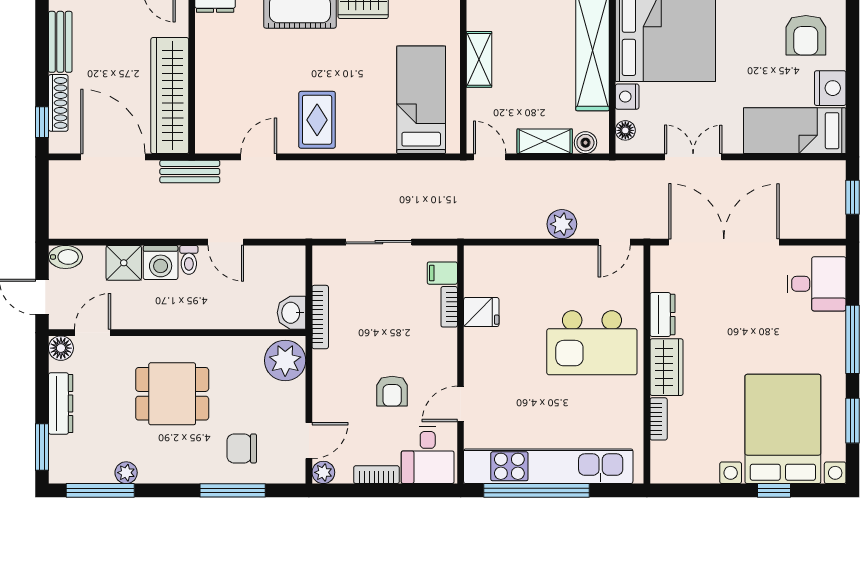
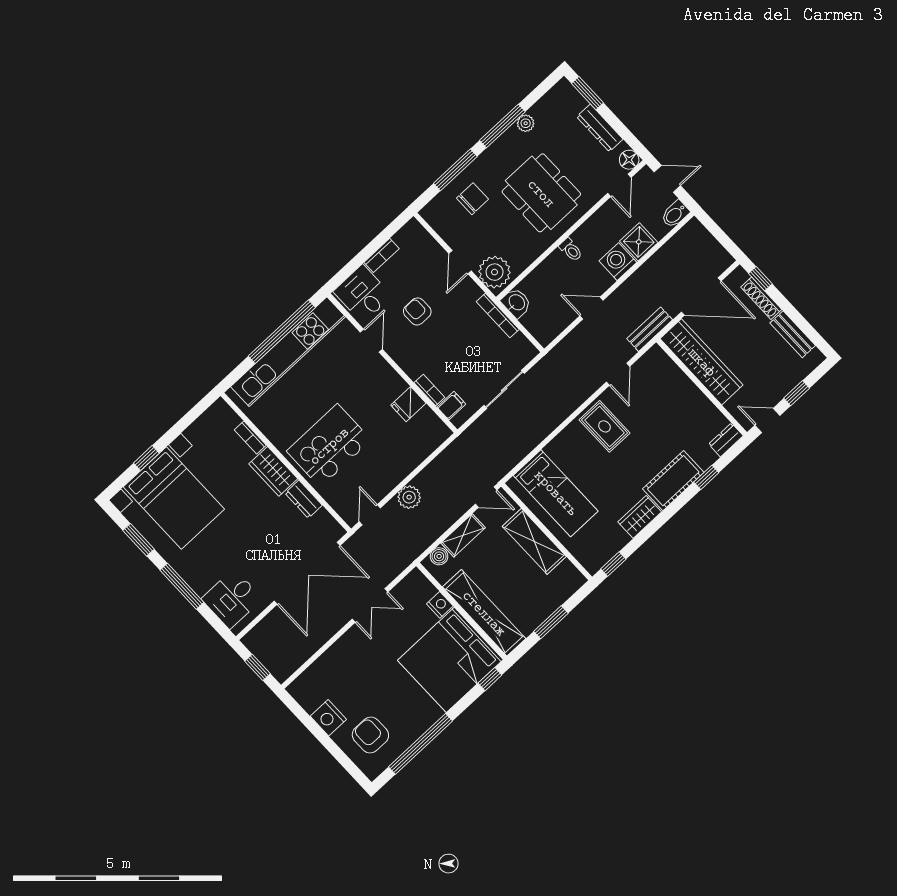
shelving: (479, 59) -> (534, 541), width x1.50, depth x1.33
floor lamp: (625, 130) -> (423, 585), removed
bed: (795, 131) -> (326, 675), removed
toilet: (189, 260) -> (571, 250), moved, turned 180
dining table: (172, 394) -> (541, 193), width x1.38
door: (309, 441) -> (460, 262), moved
plant: (323, 472) -> (413, 228), removed
window: (100, 490) -> (502, 126), moved

